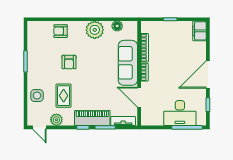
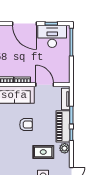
armchair: (69, 62) -> (26, 125), moved
door: (139, 97) -> (45, 85), swing flipped
desk: (180, 113) -> (52, 36), moved, turned -90
plant: (56, 120) -> (65, 148), moved

